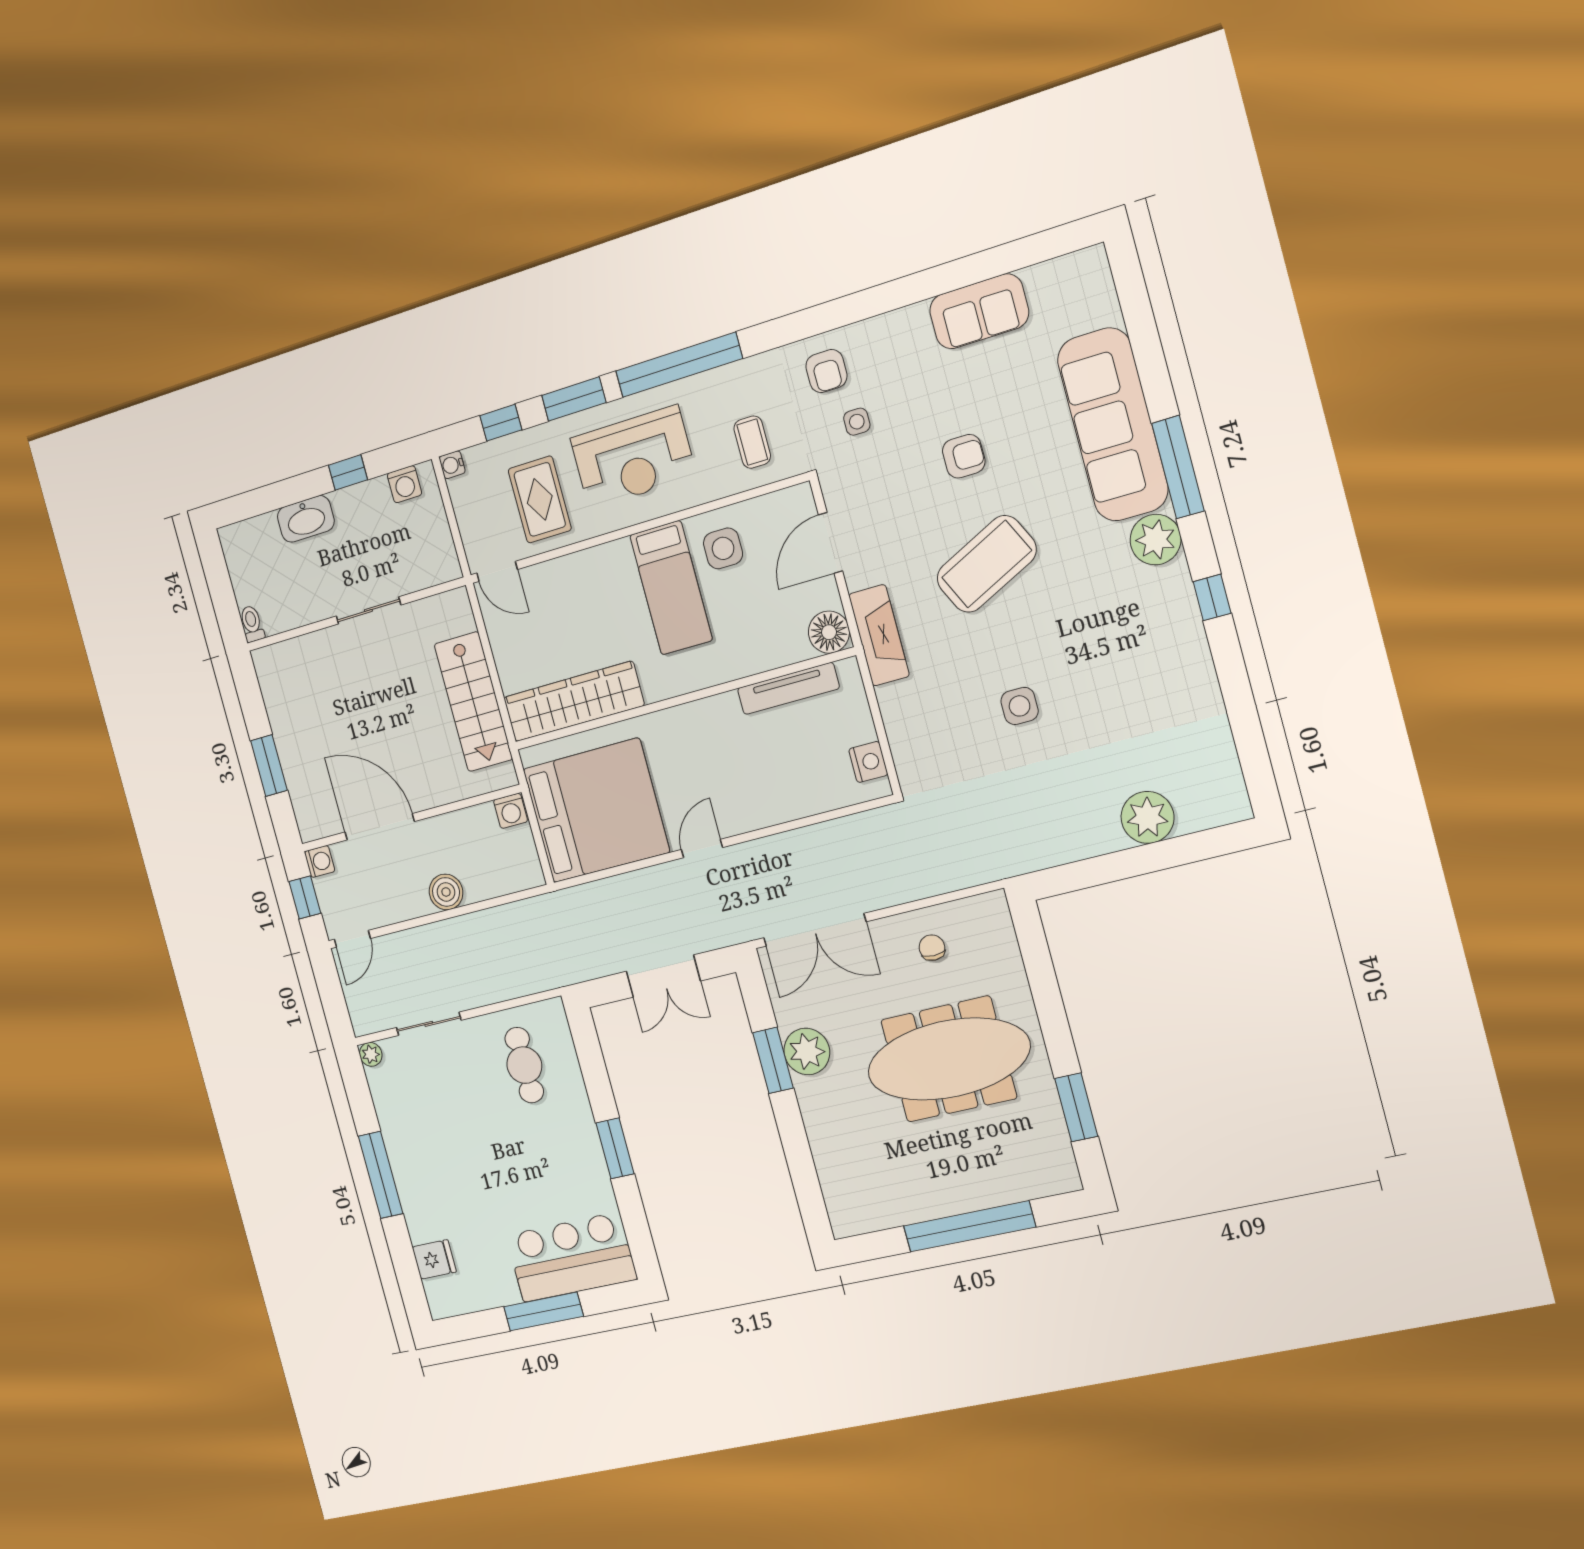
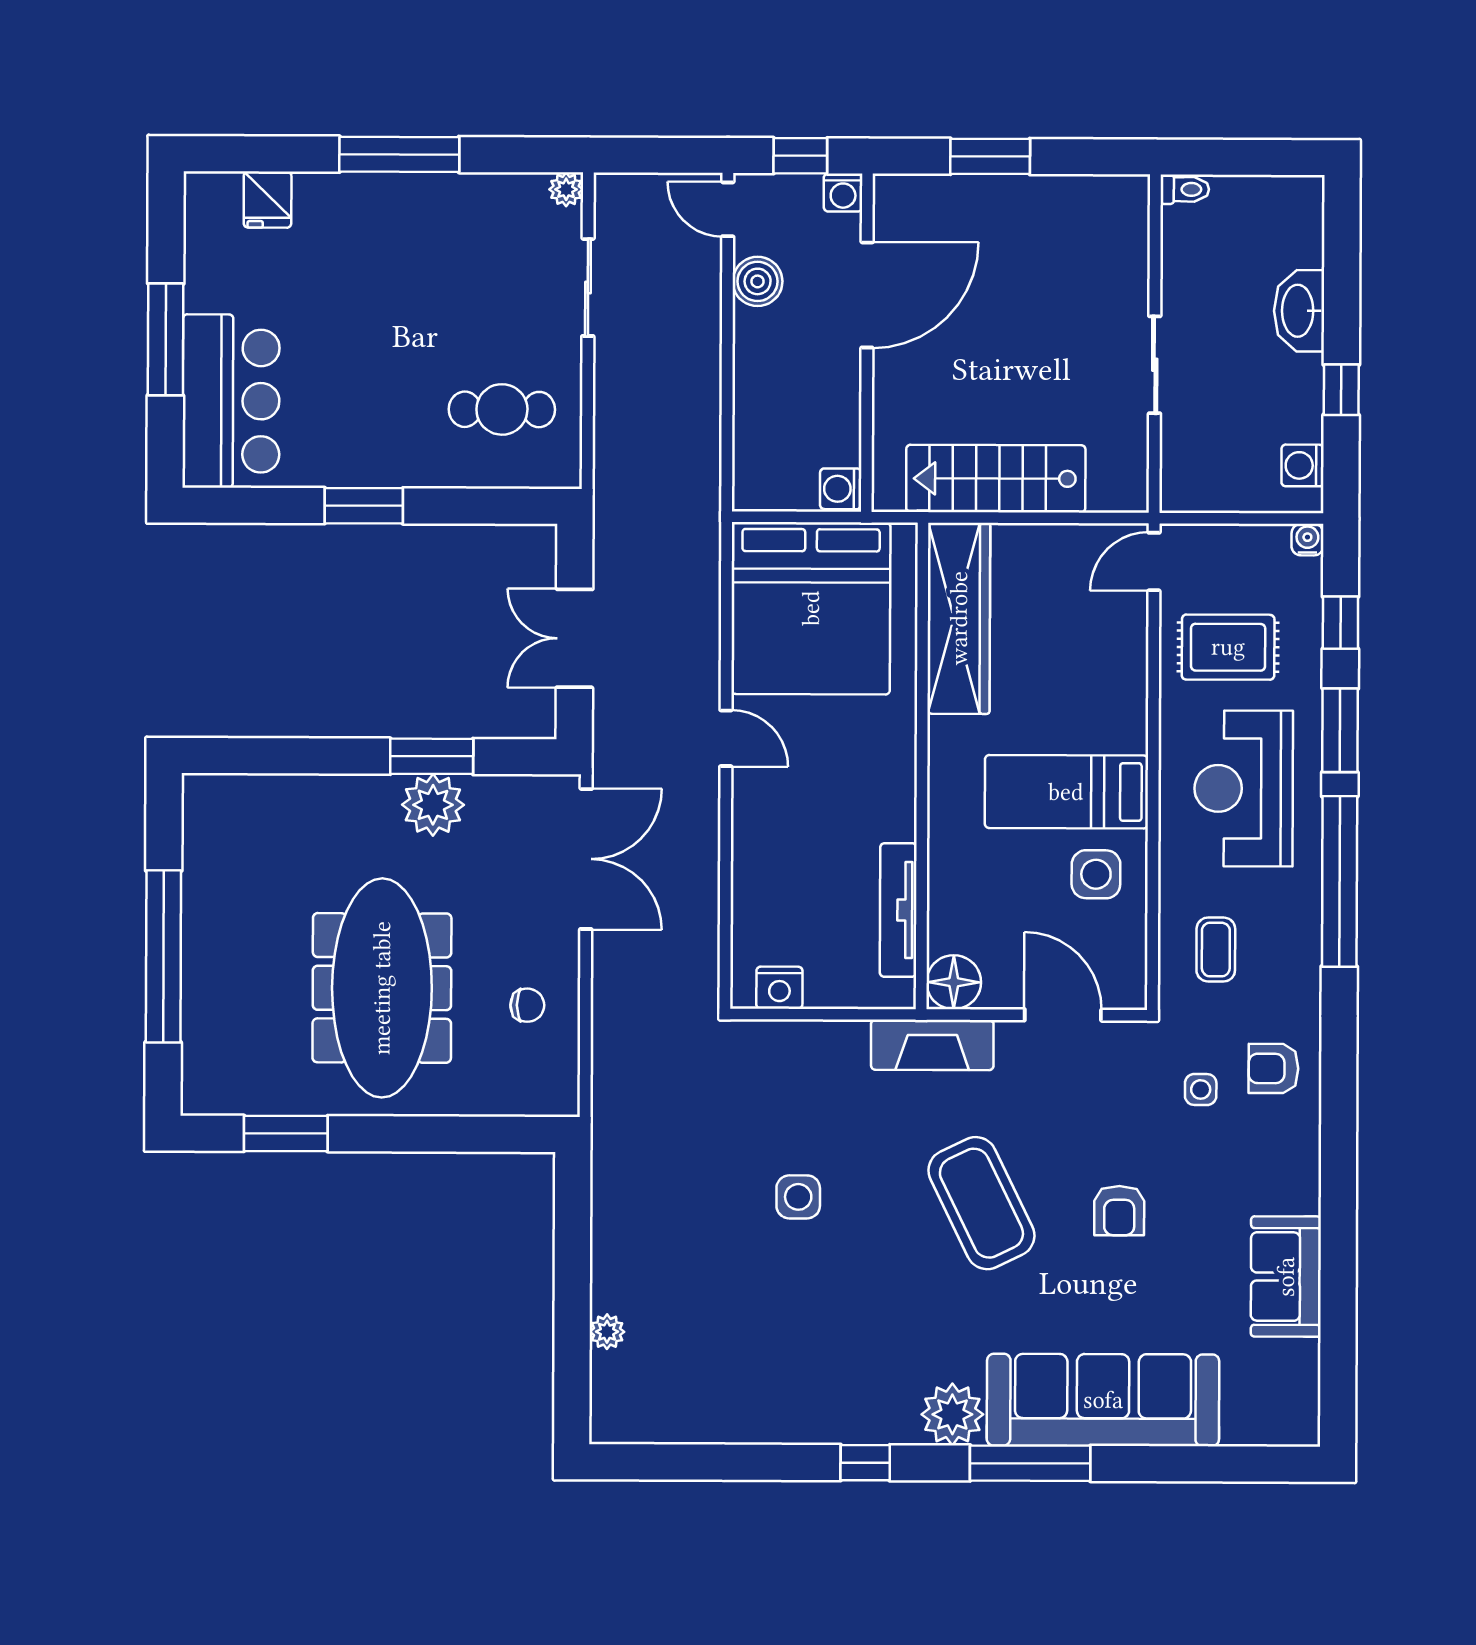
coffee table: (752, 442) -> (1216, 950), turned 90
plant: (1147, 817) -> (607, 1332), width x0.53, depth x0.53
boiler: (446, 892) -> (758, 281), moved
double door: (815, 930) -> (586, 859), swing flipped

